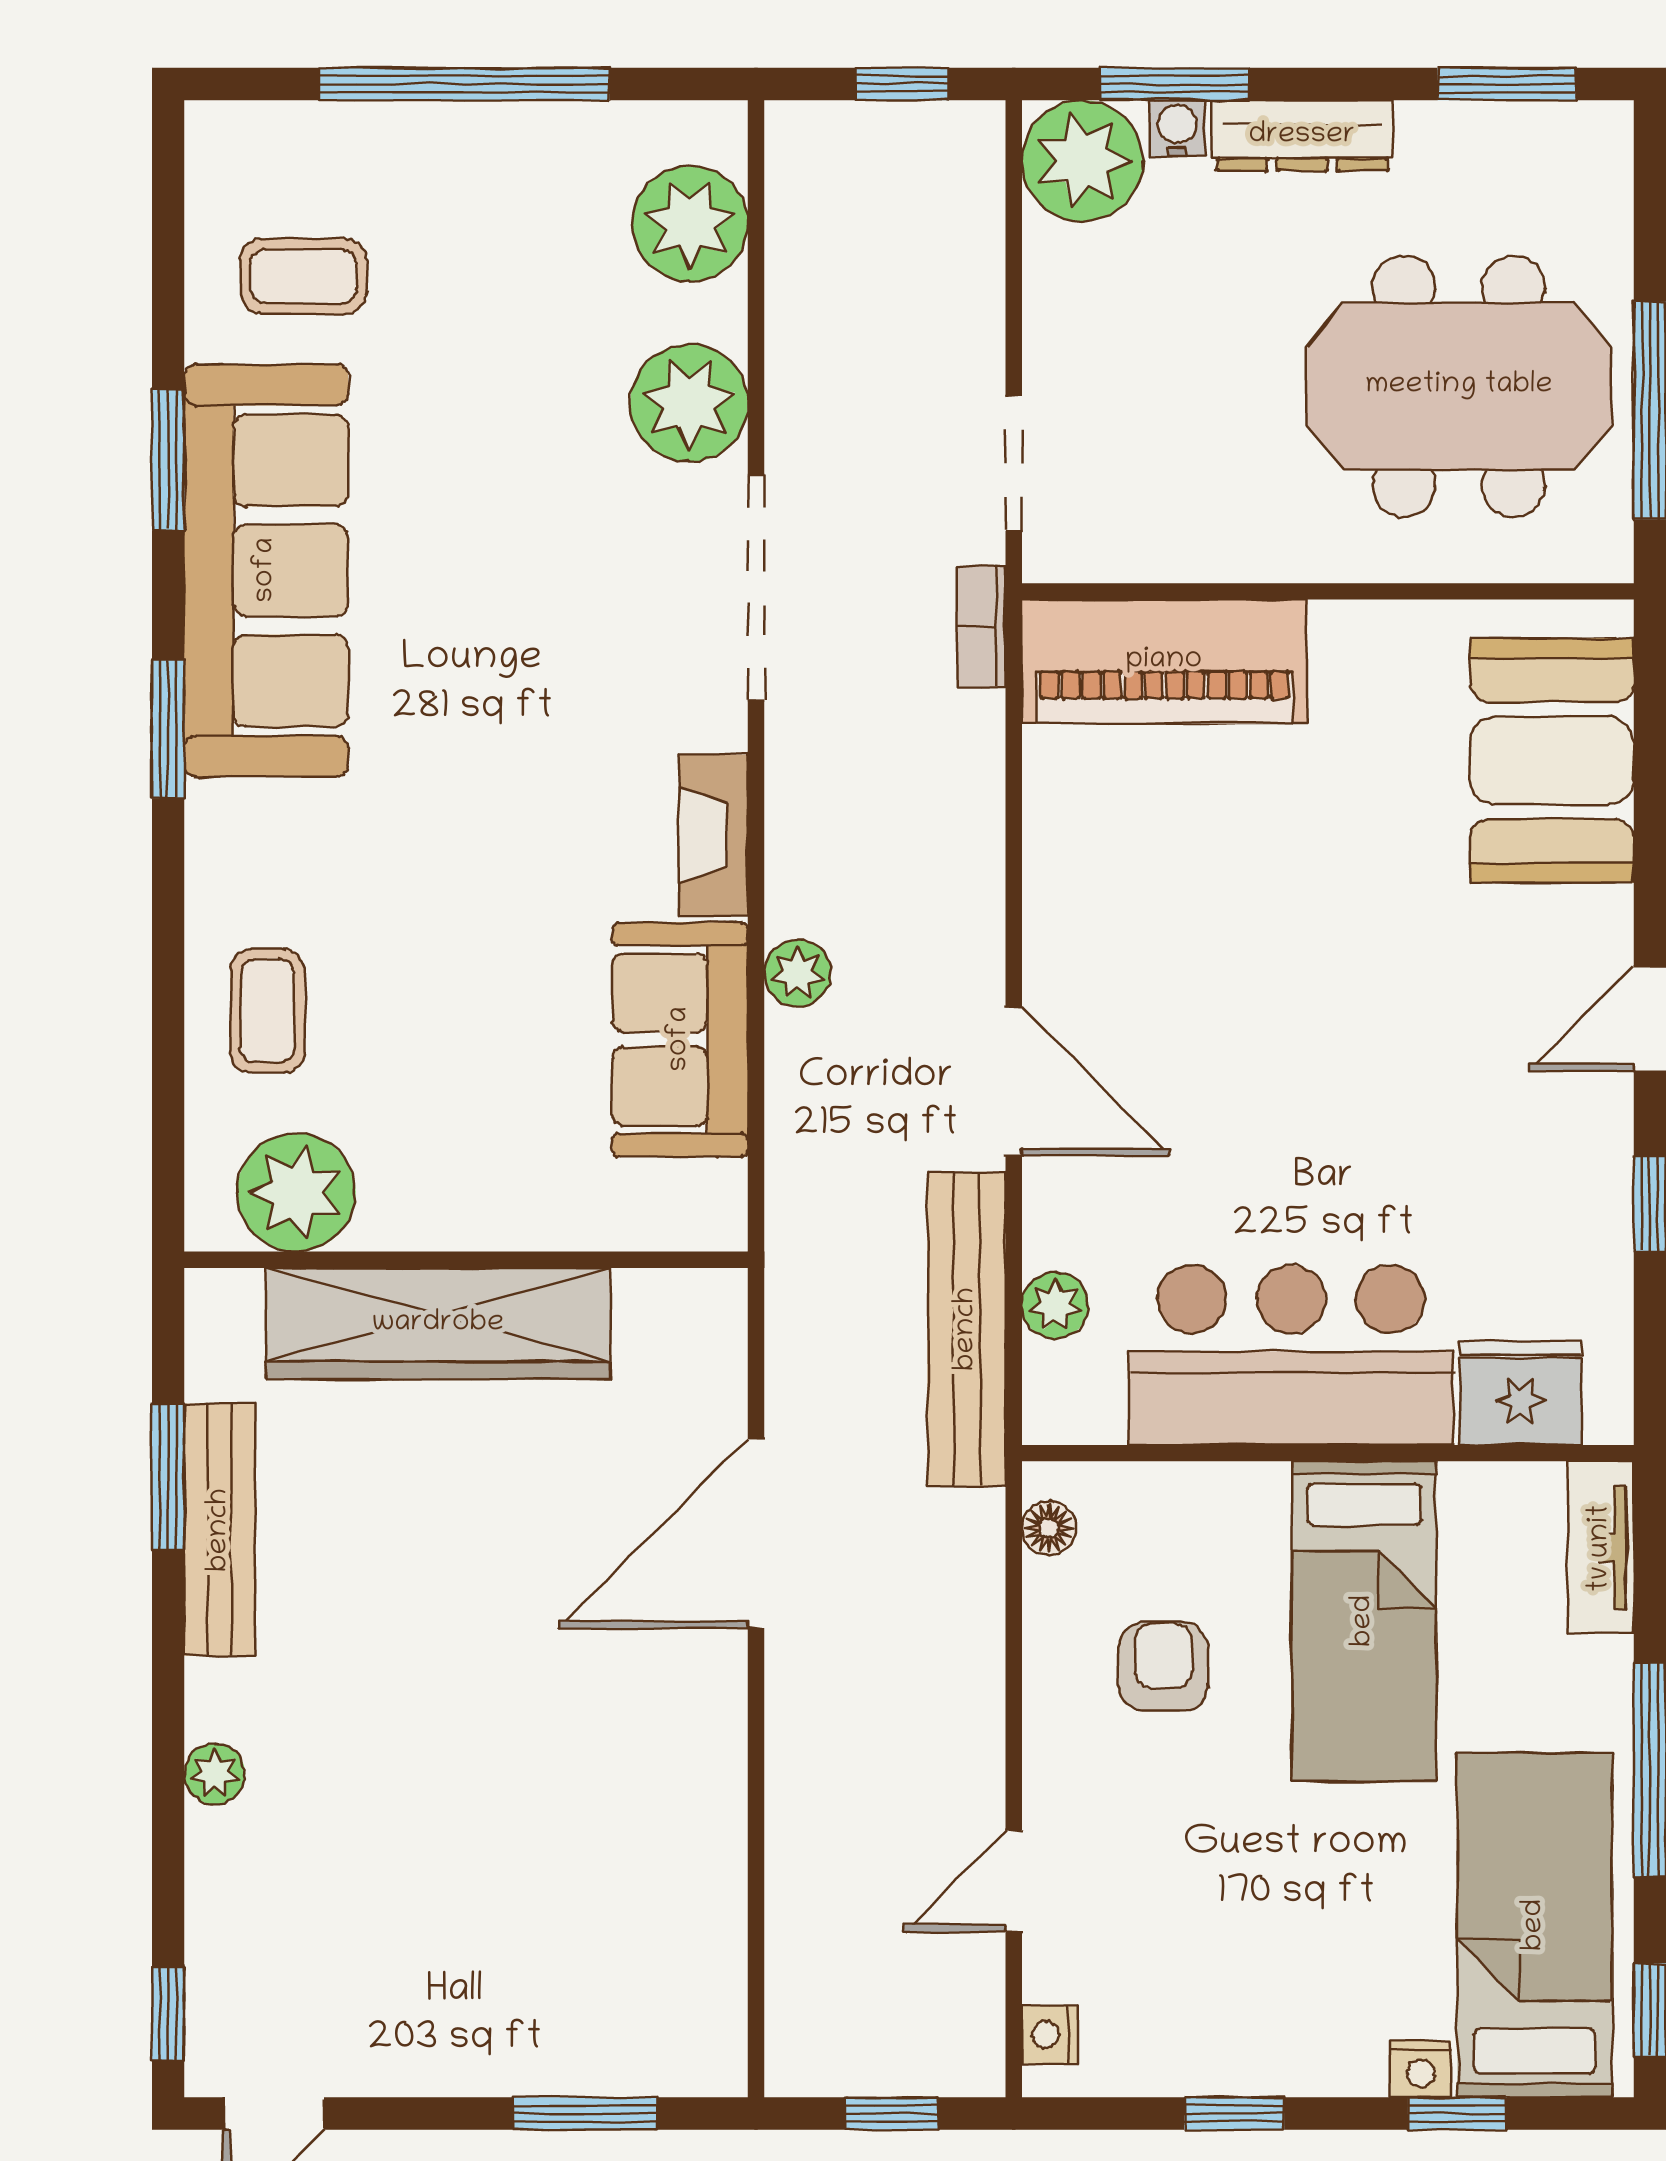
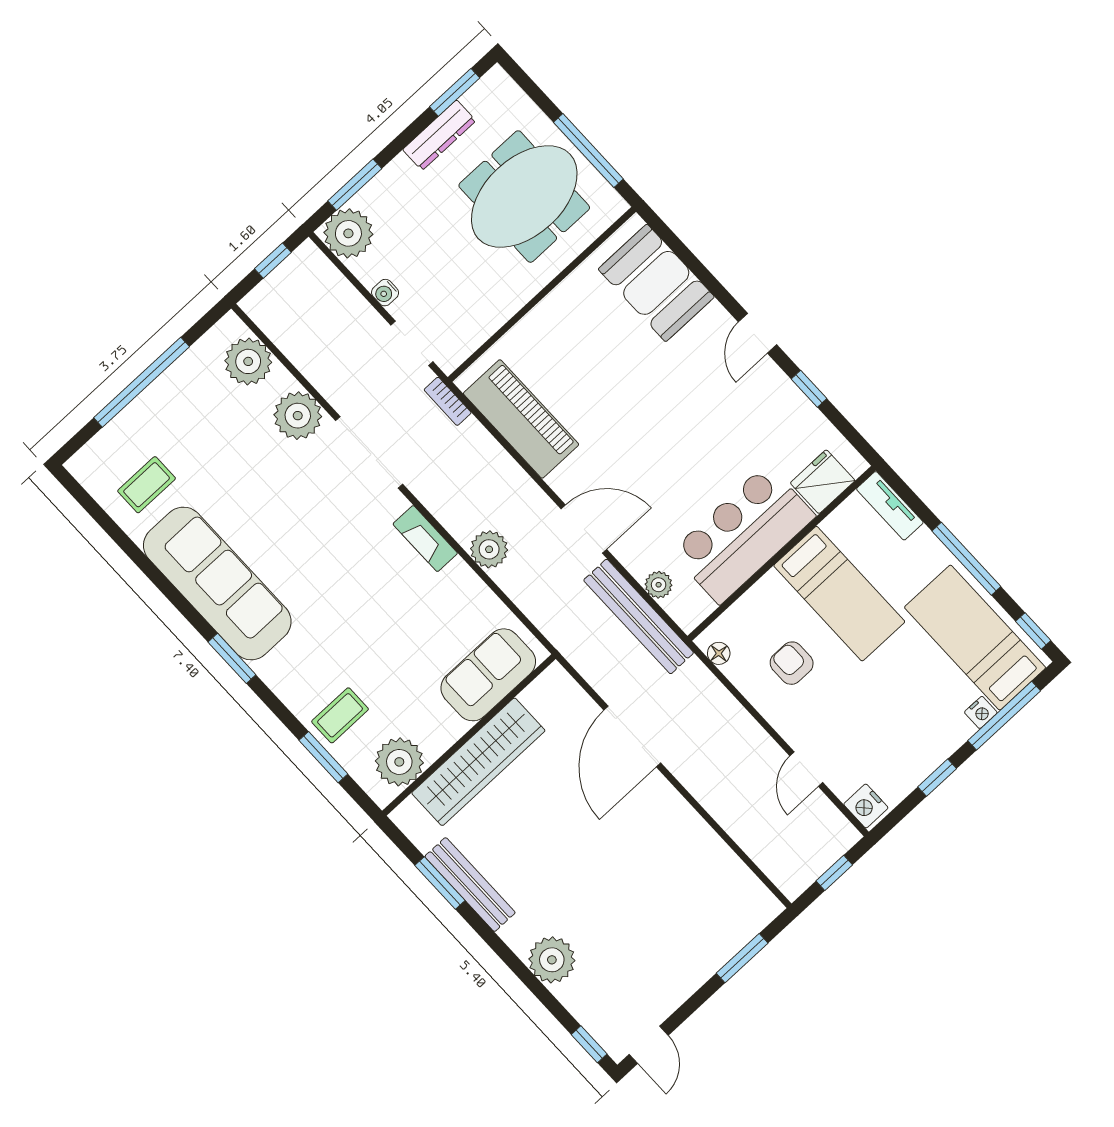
water cooler: (1177, 128) -> (385, 293), moved, turned -90
dresser: (1302, 136) -> (439, 135), moved
window: (168, 460) -> (323, 757), moved
piano: (1164, 661) -> (521, 419), moved, turned -90
plant: (798, 973) -> (489, 549), width x1.38, depth x1.38
coffee table: (267, 1011) -> (340, 715), turned 90
sofa: (680, 1039) -> (488, 675), moved, turned 90
plant: (215, 1774) -> (552, 960), width x1.87, depth x1.87
nightstand: (1050, 2035) -> (866, 806), width x1.39, depth x1.35
window: (1457, 2113) -> (1004, 716), width x2.17

